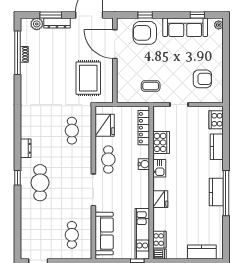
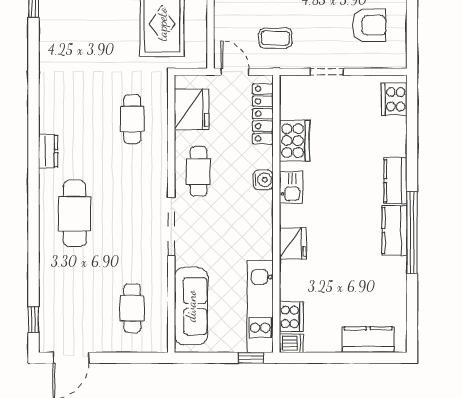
door: (128, 105) -> (235, 72), added
kitchen counter: (217, 147) -> (395, 181), moved
window: (17, 178) -> (33, 320), moved

